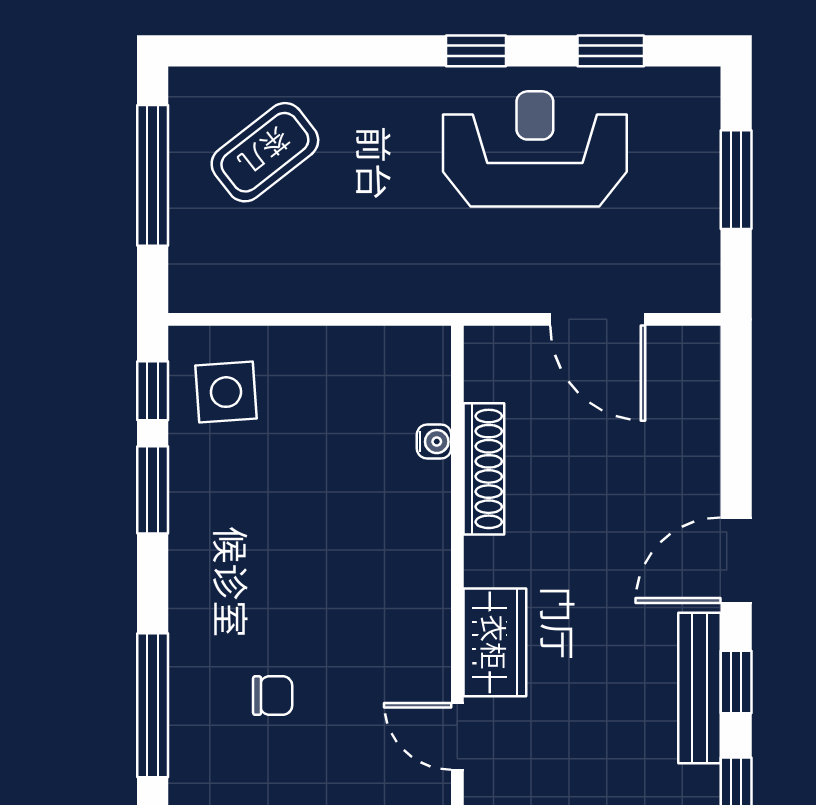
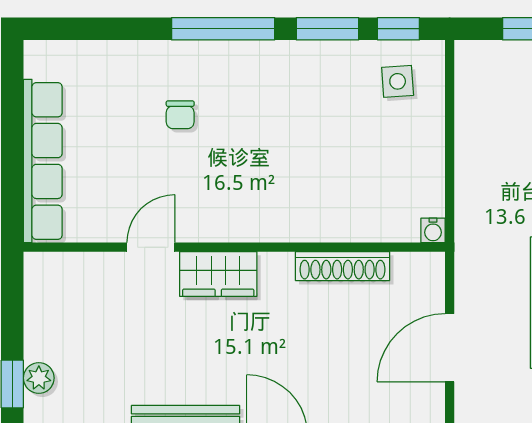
side table: (226, 392) -> (398, 81), width x0.73, depth x0.73
water cooler: (434, 442) -> (433, 230), moved
window: (153, 705) -> (223, 29), moved

